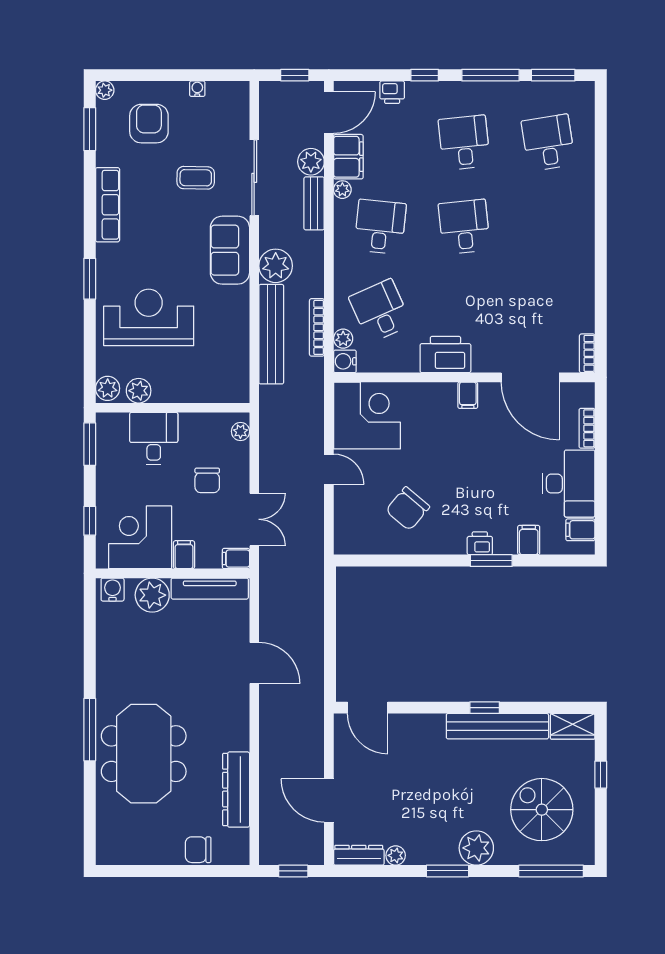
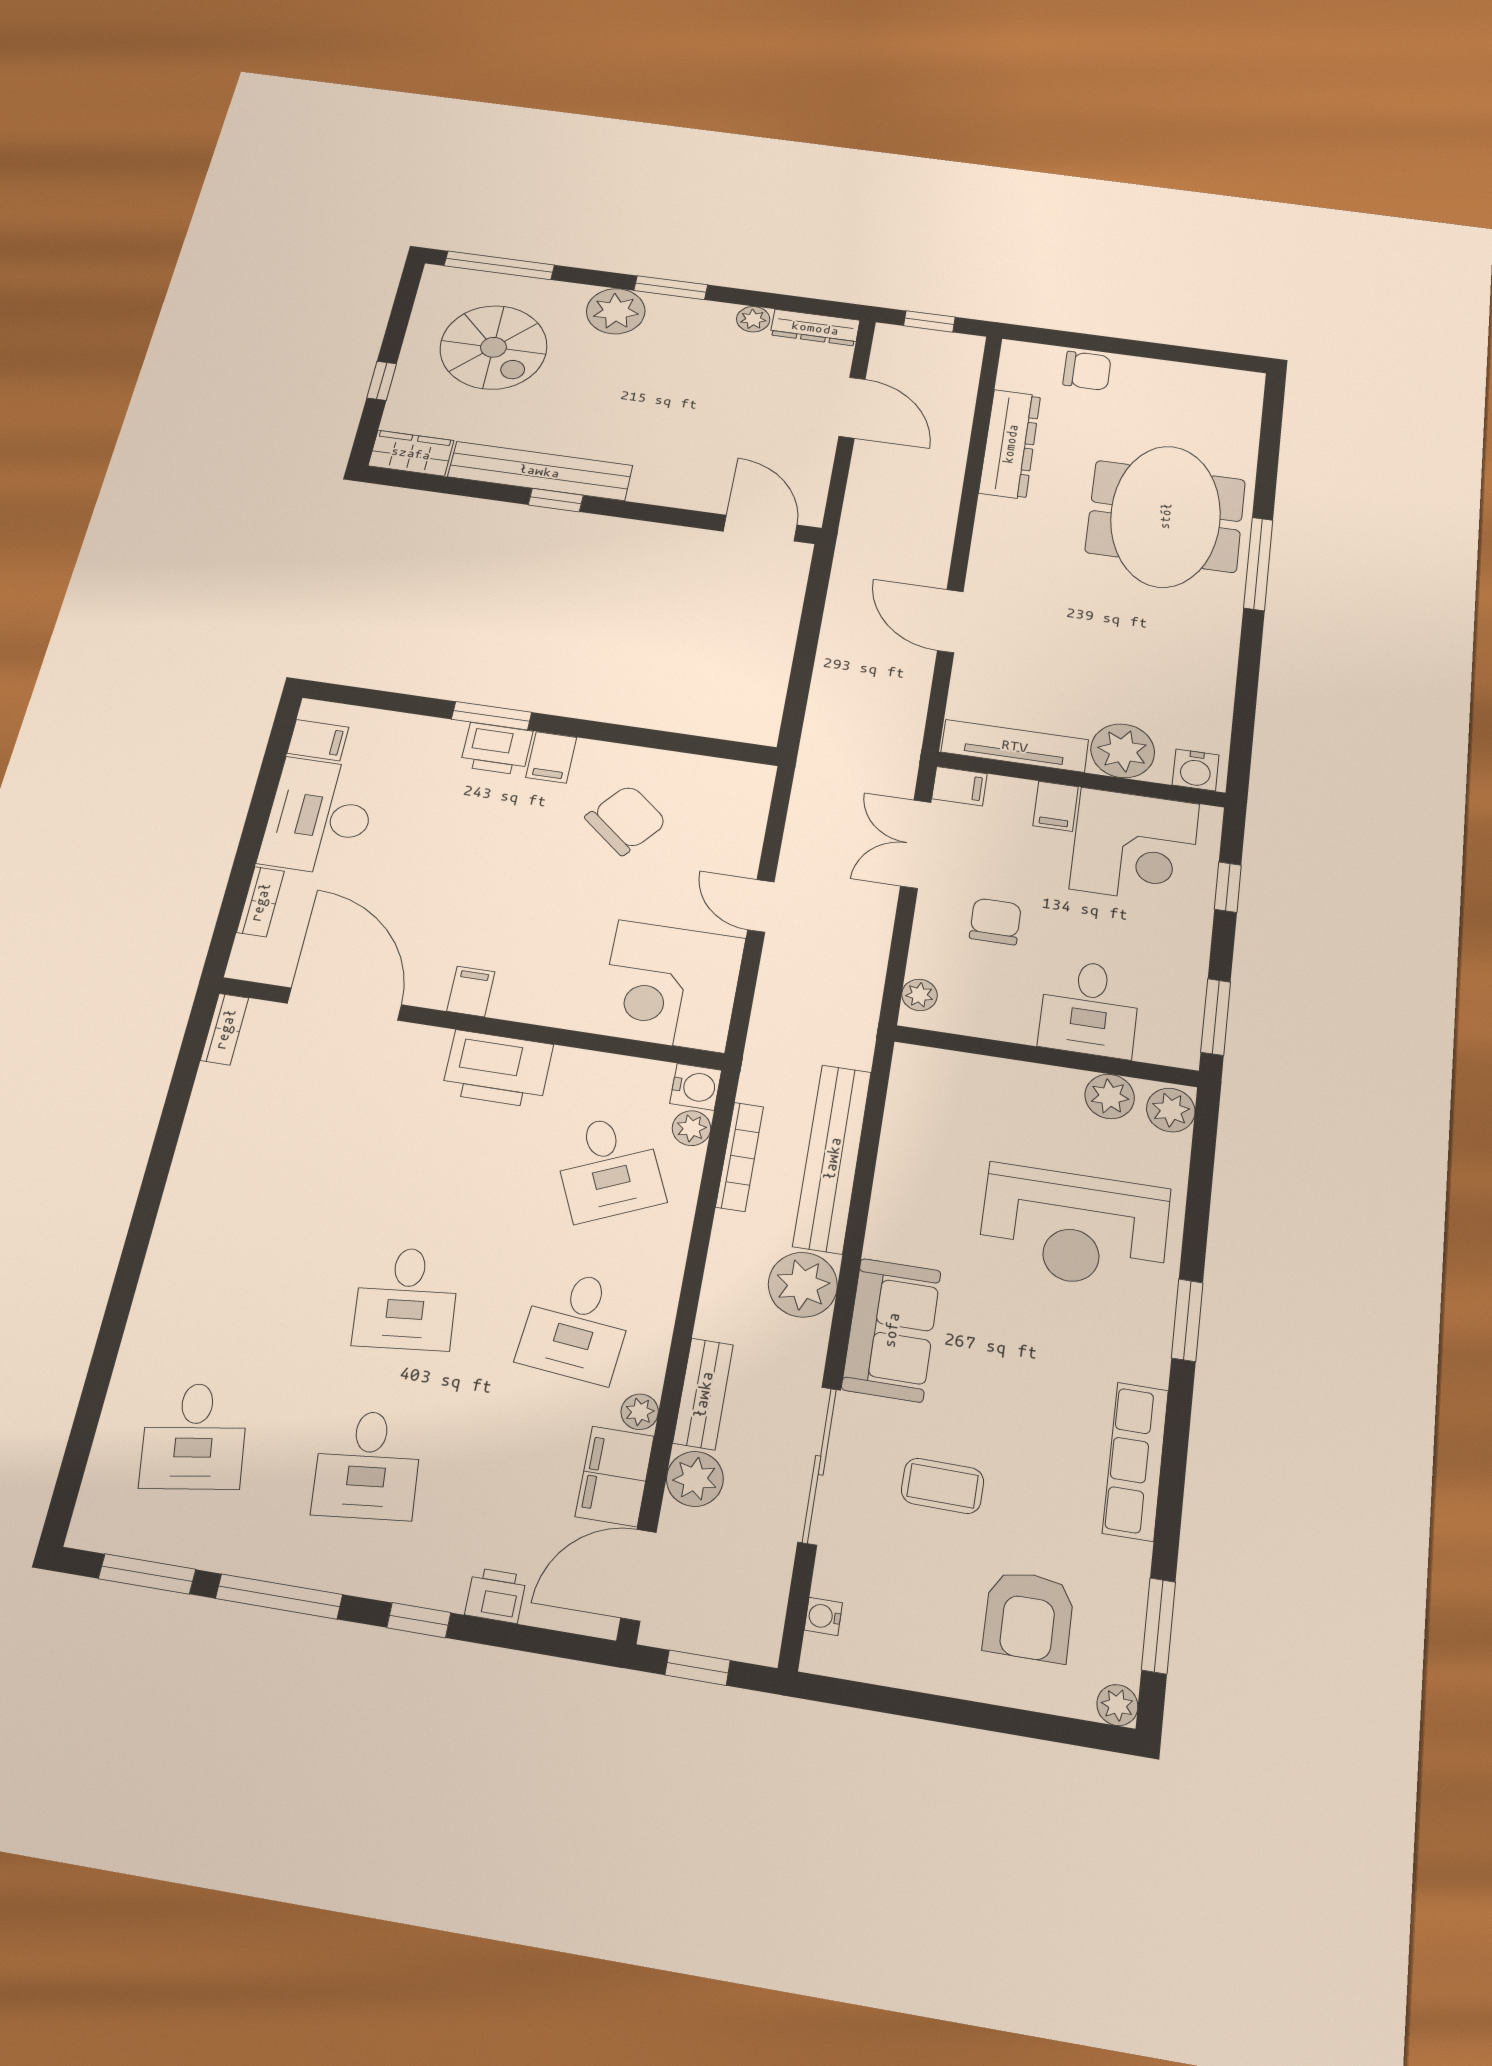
water cooler: (197, 89) -> (823, 1616), moved, turned 90
filing cabinet: (529, 540) -> (551, 757), moved
printer: (480, 543) -> (496, 749), width x1.36, depth x1.24

